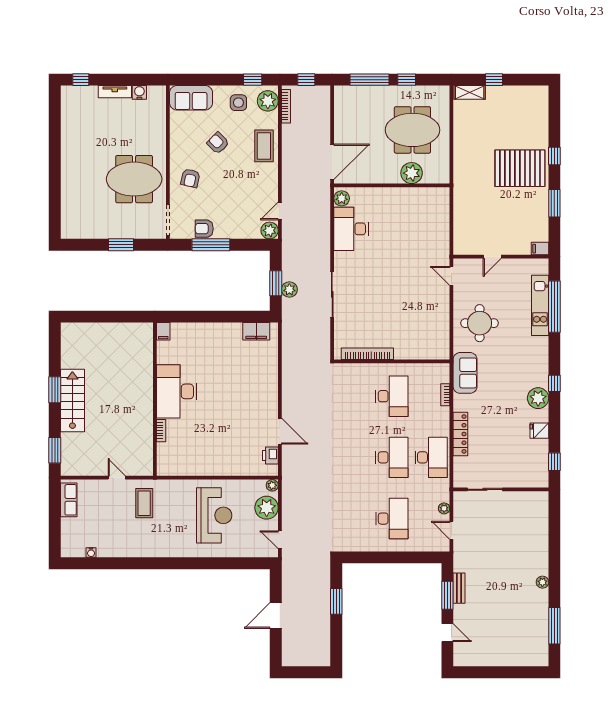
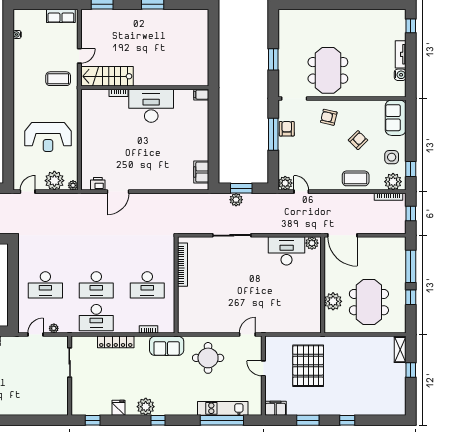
pallet: (520, 168) -> (308, 366), moved
filing cabinet: (540, 249) -> (275, 408), width x2.00
stairs: (72, 401) -> (107, 76), moved, turned 180

